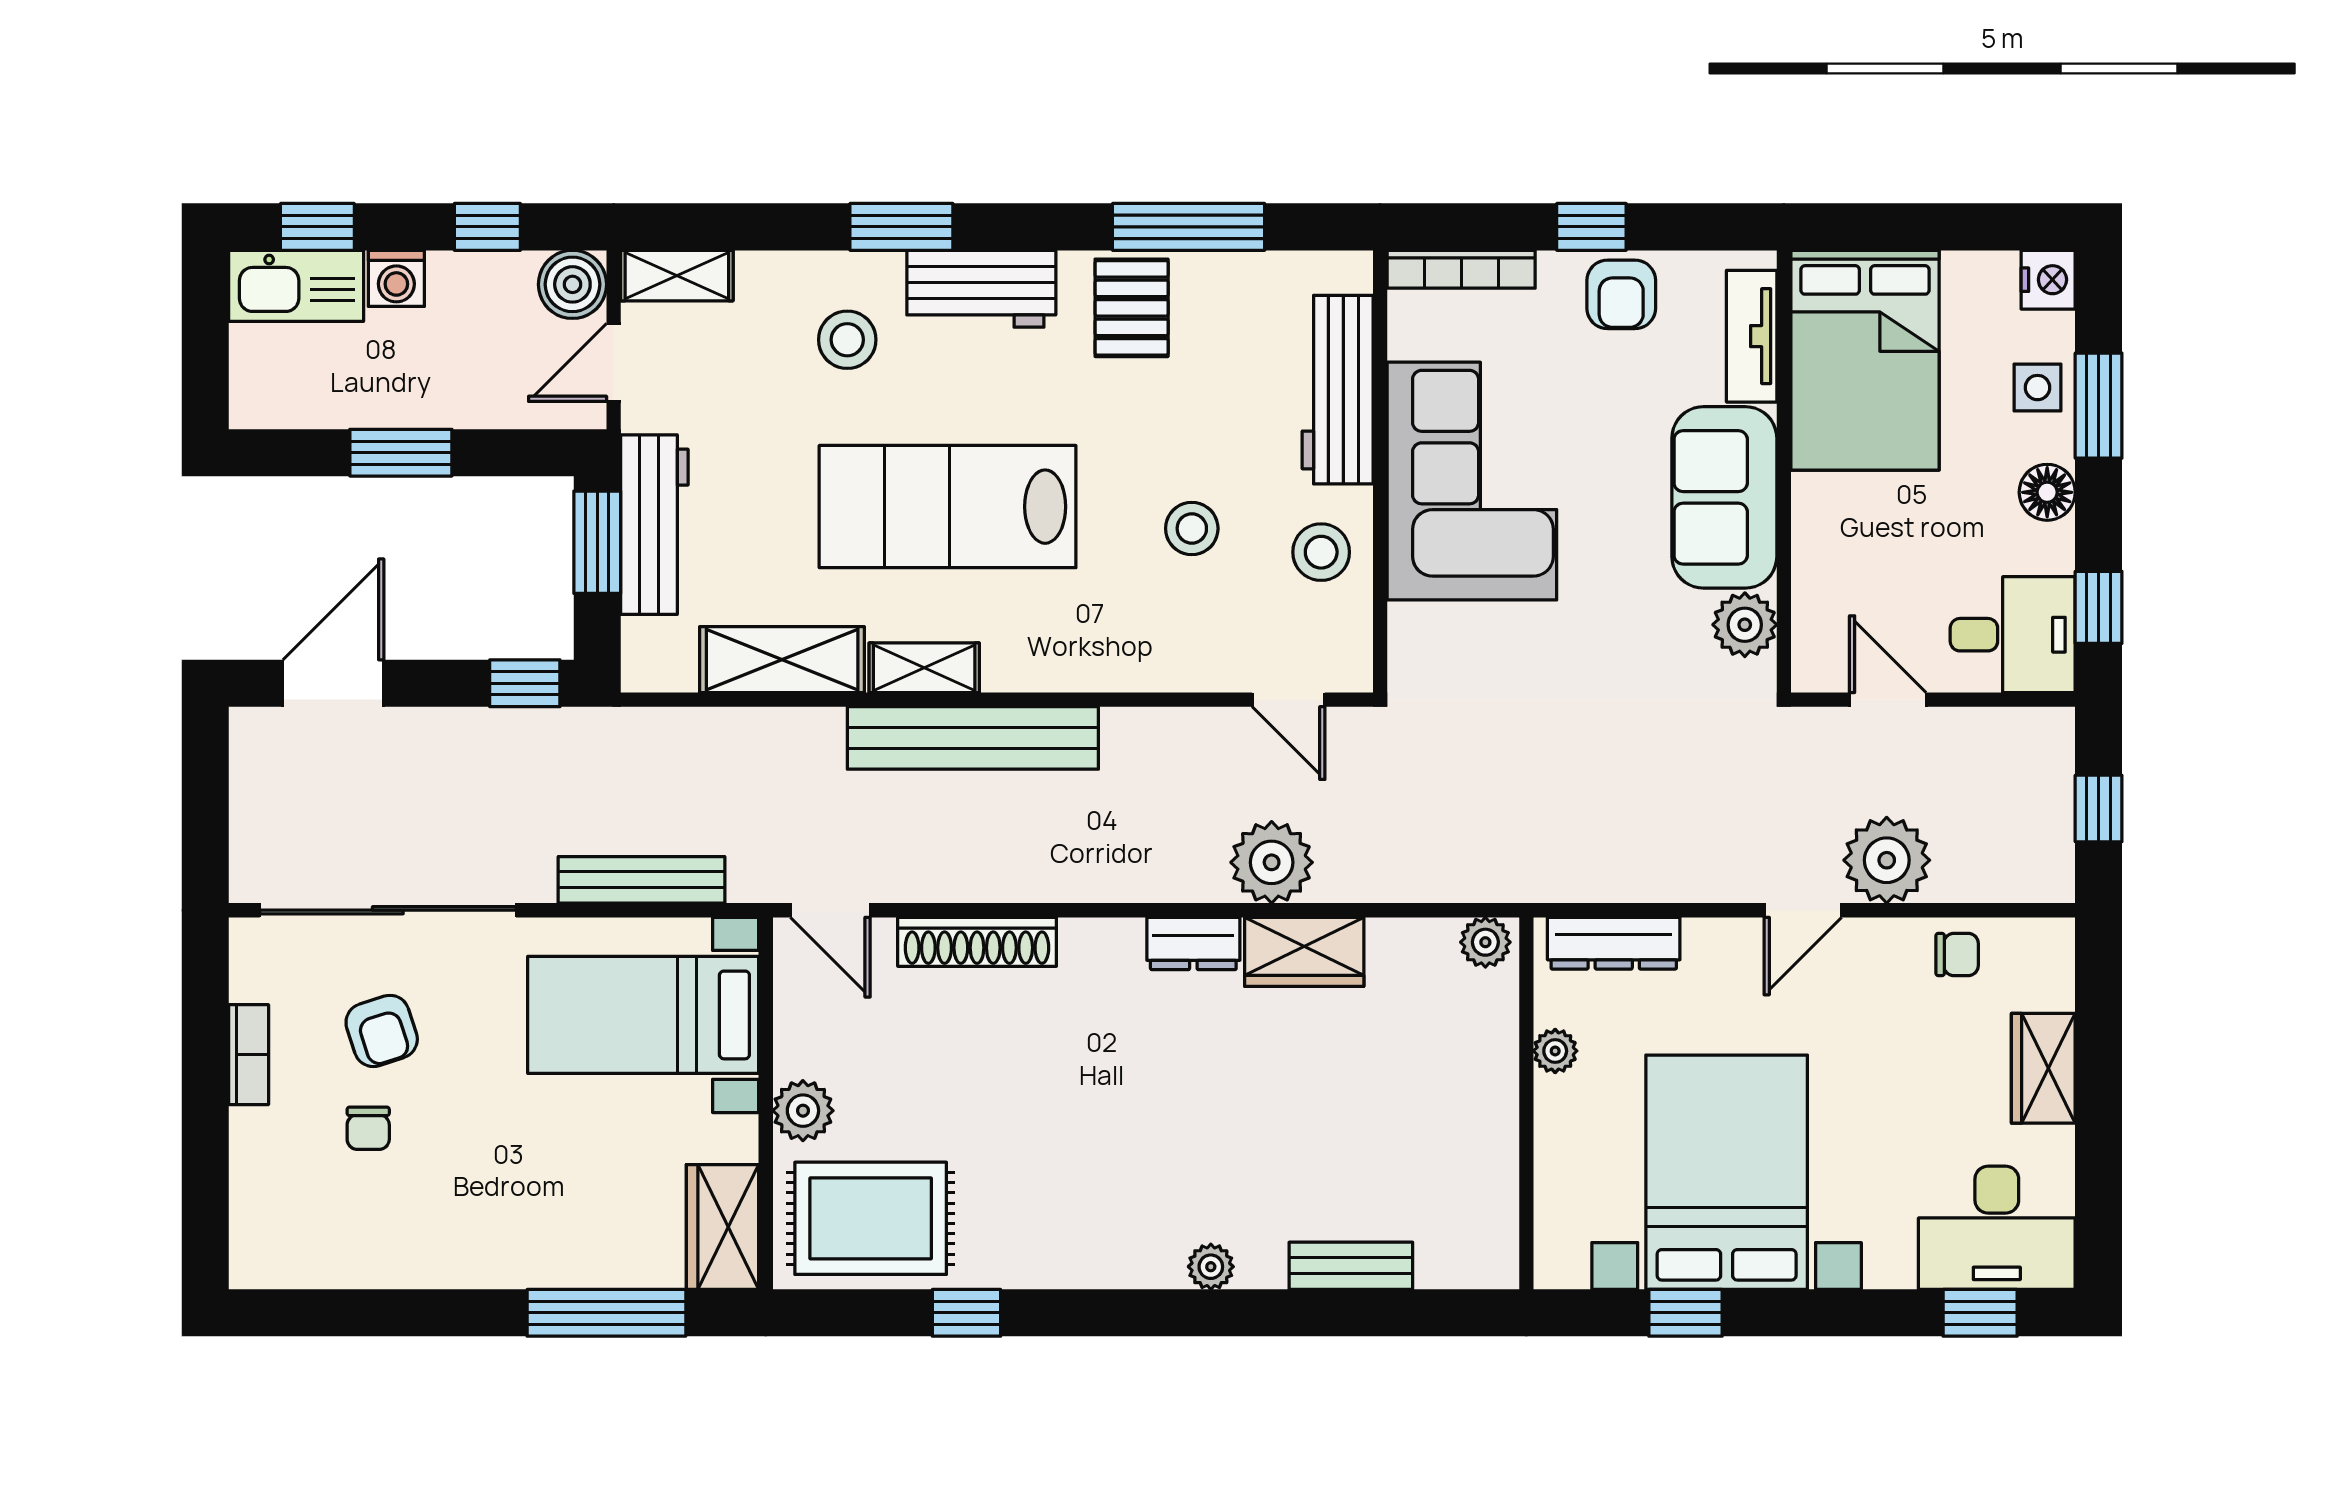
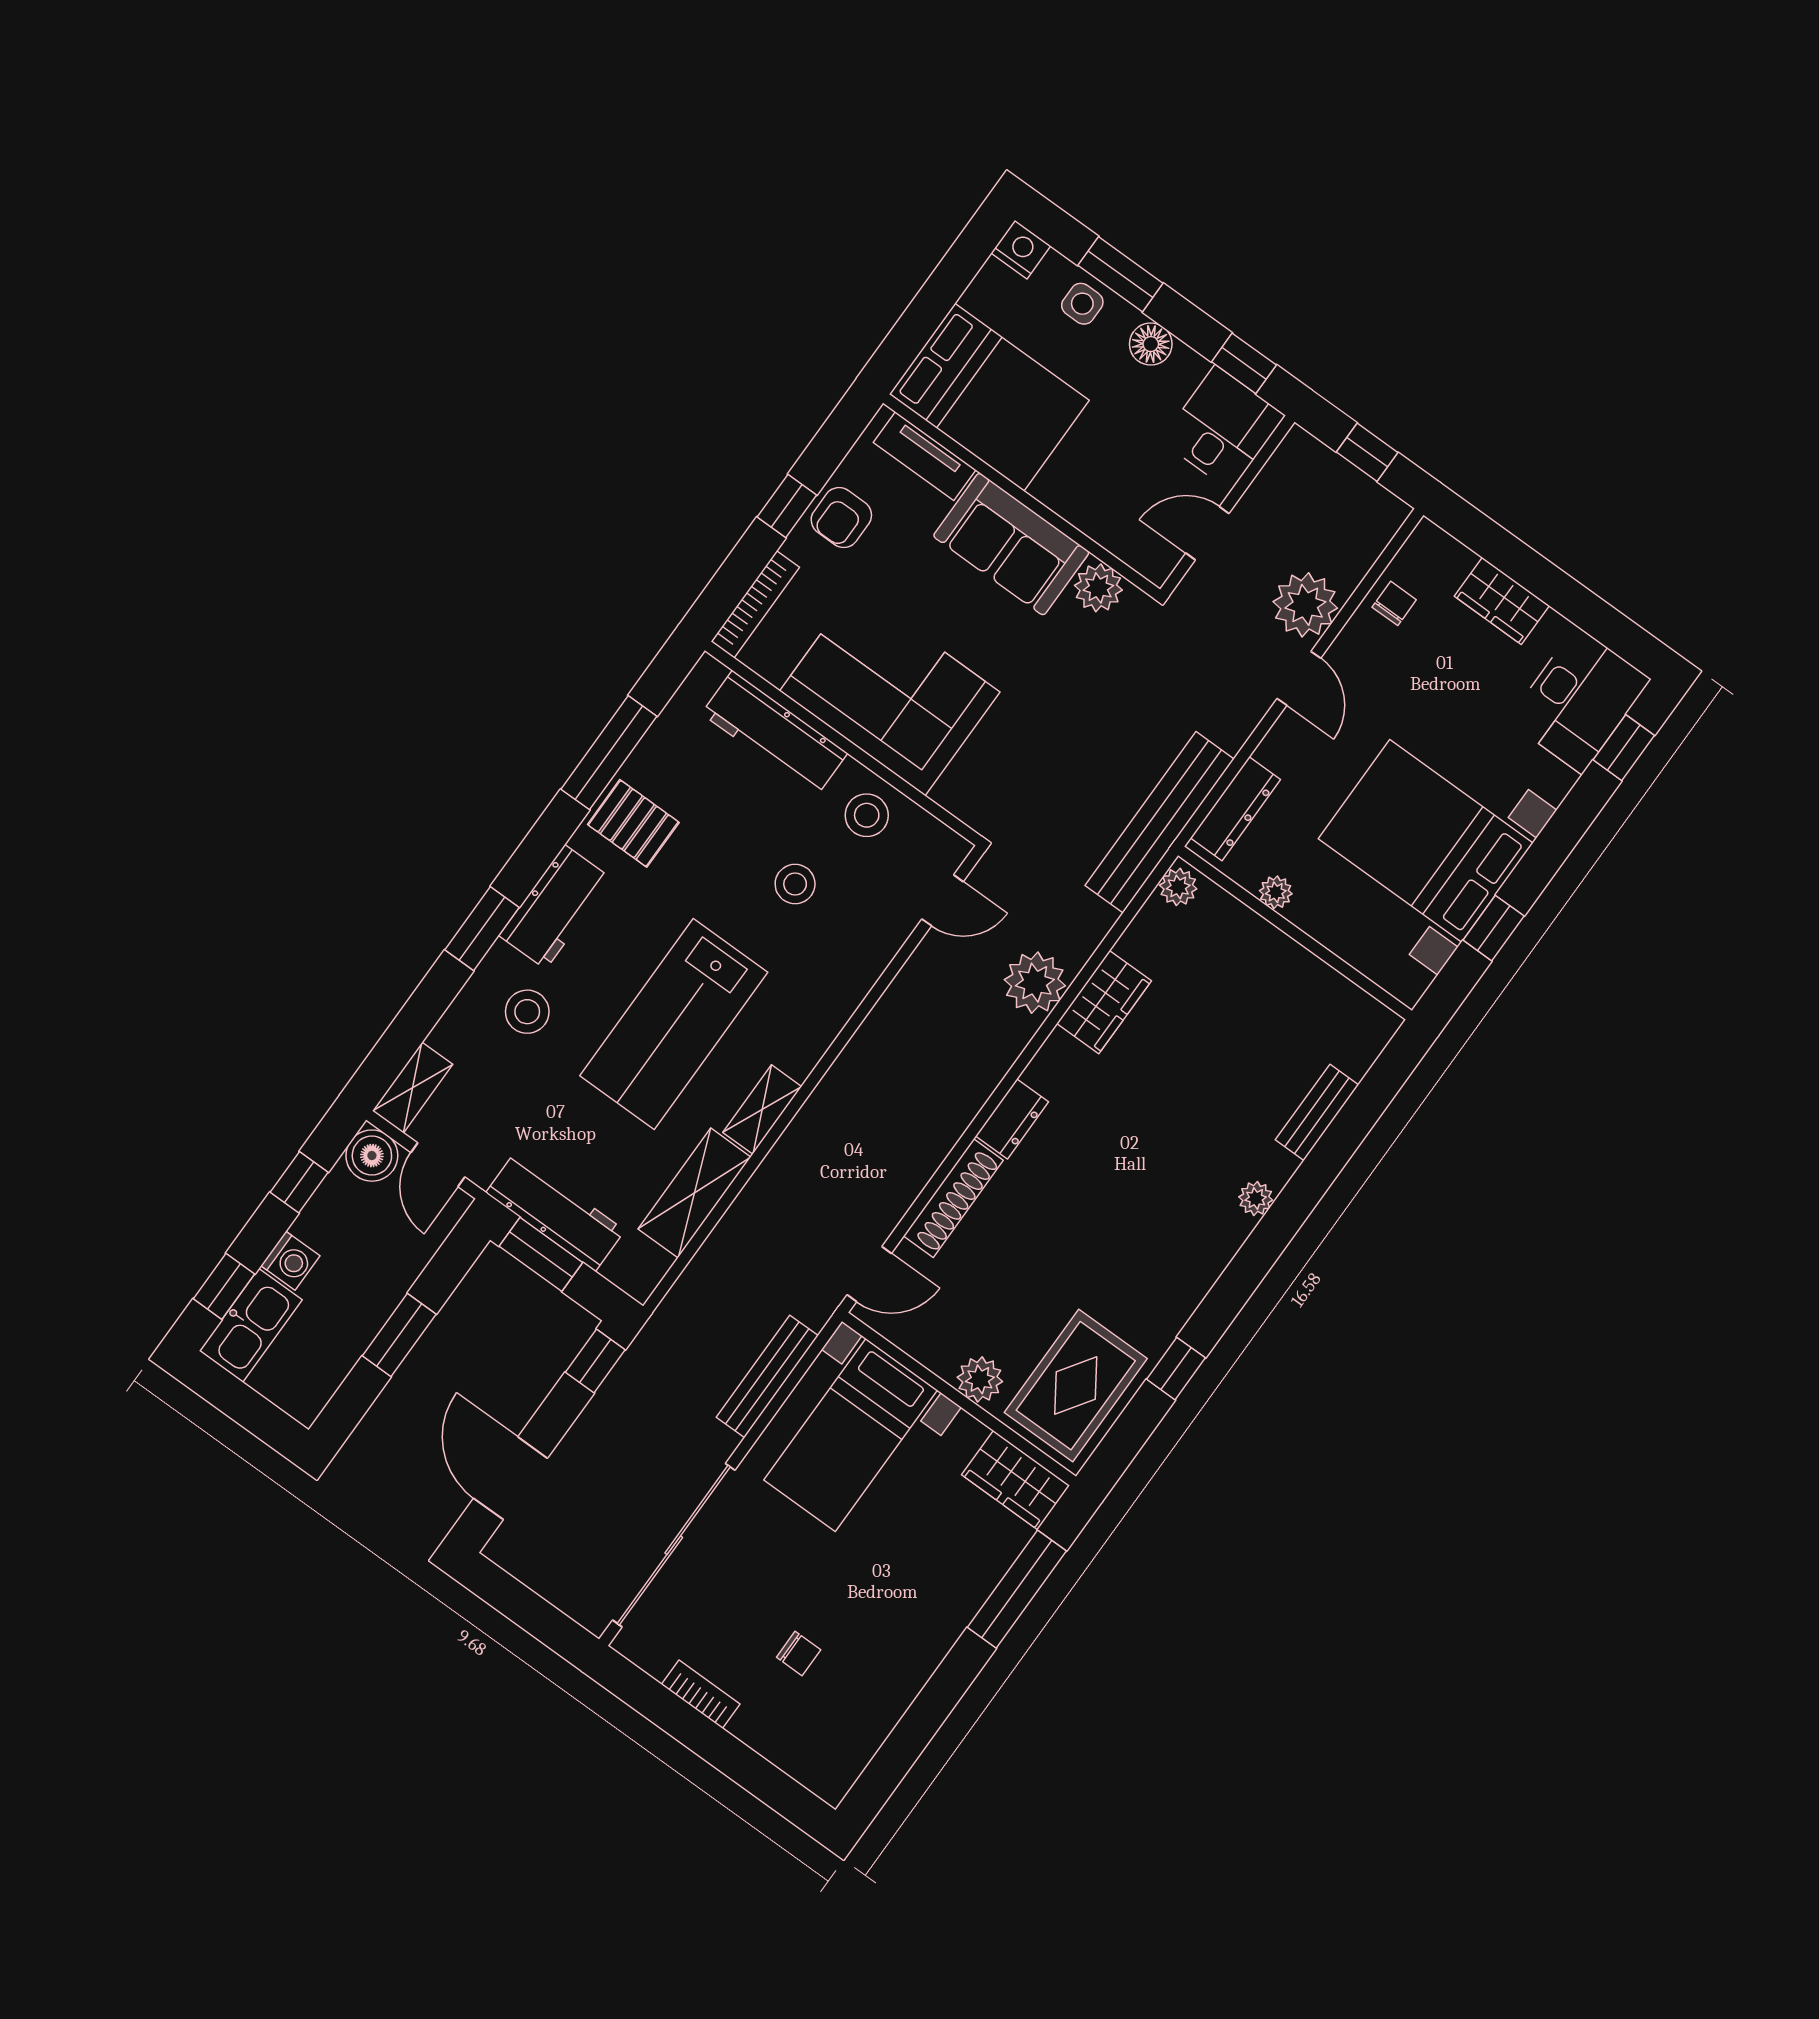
armchair: (1621, 294) -> (841, 518), turned 90
bench: (973, 738) -> (1160, 822), moved
dresser: (1193, 943) -> (1012, 1119), moved
armchair: (382, 1031) -> (745, 1602), removed

